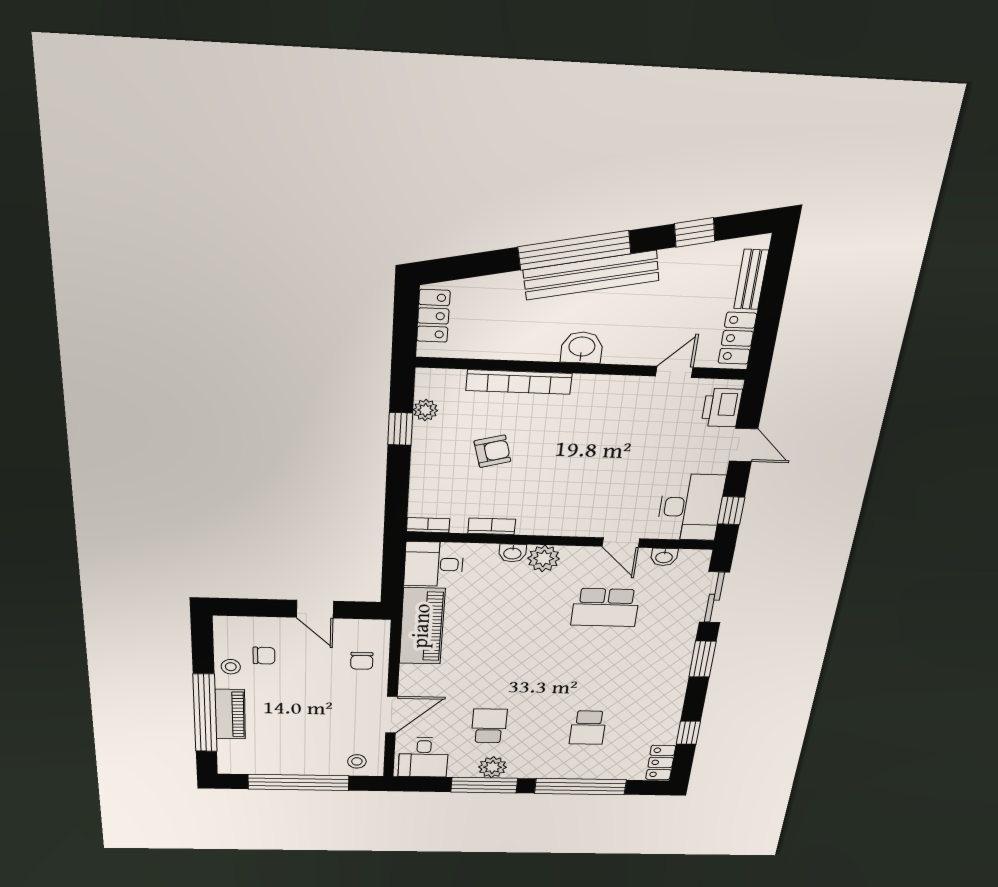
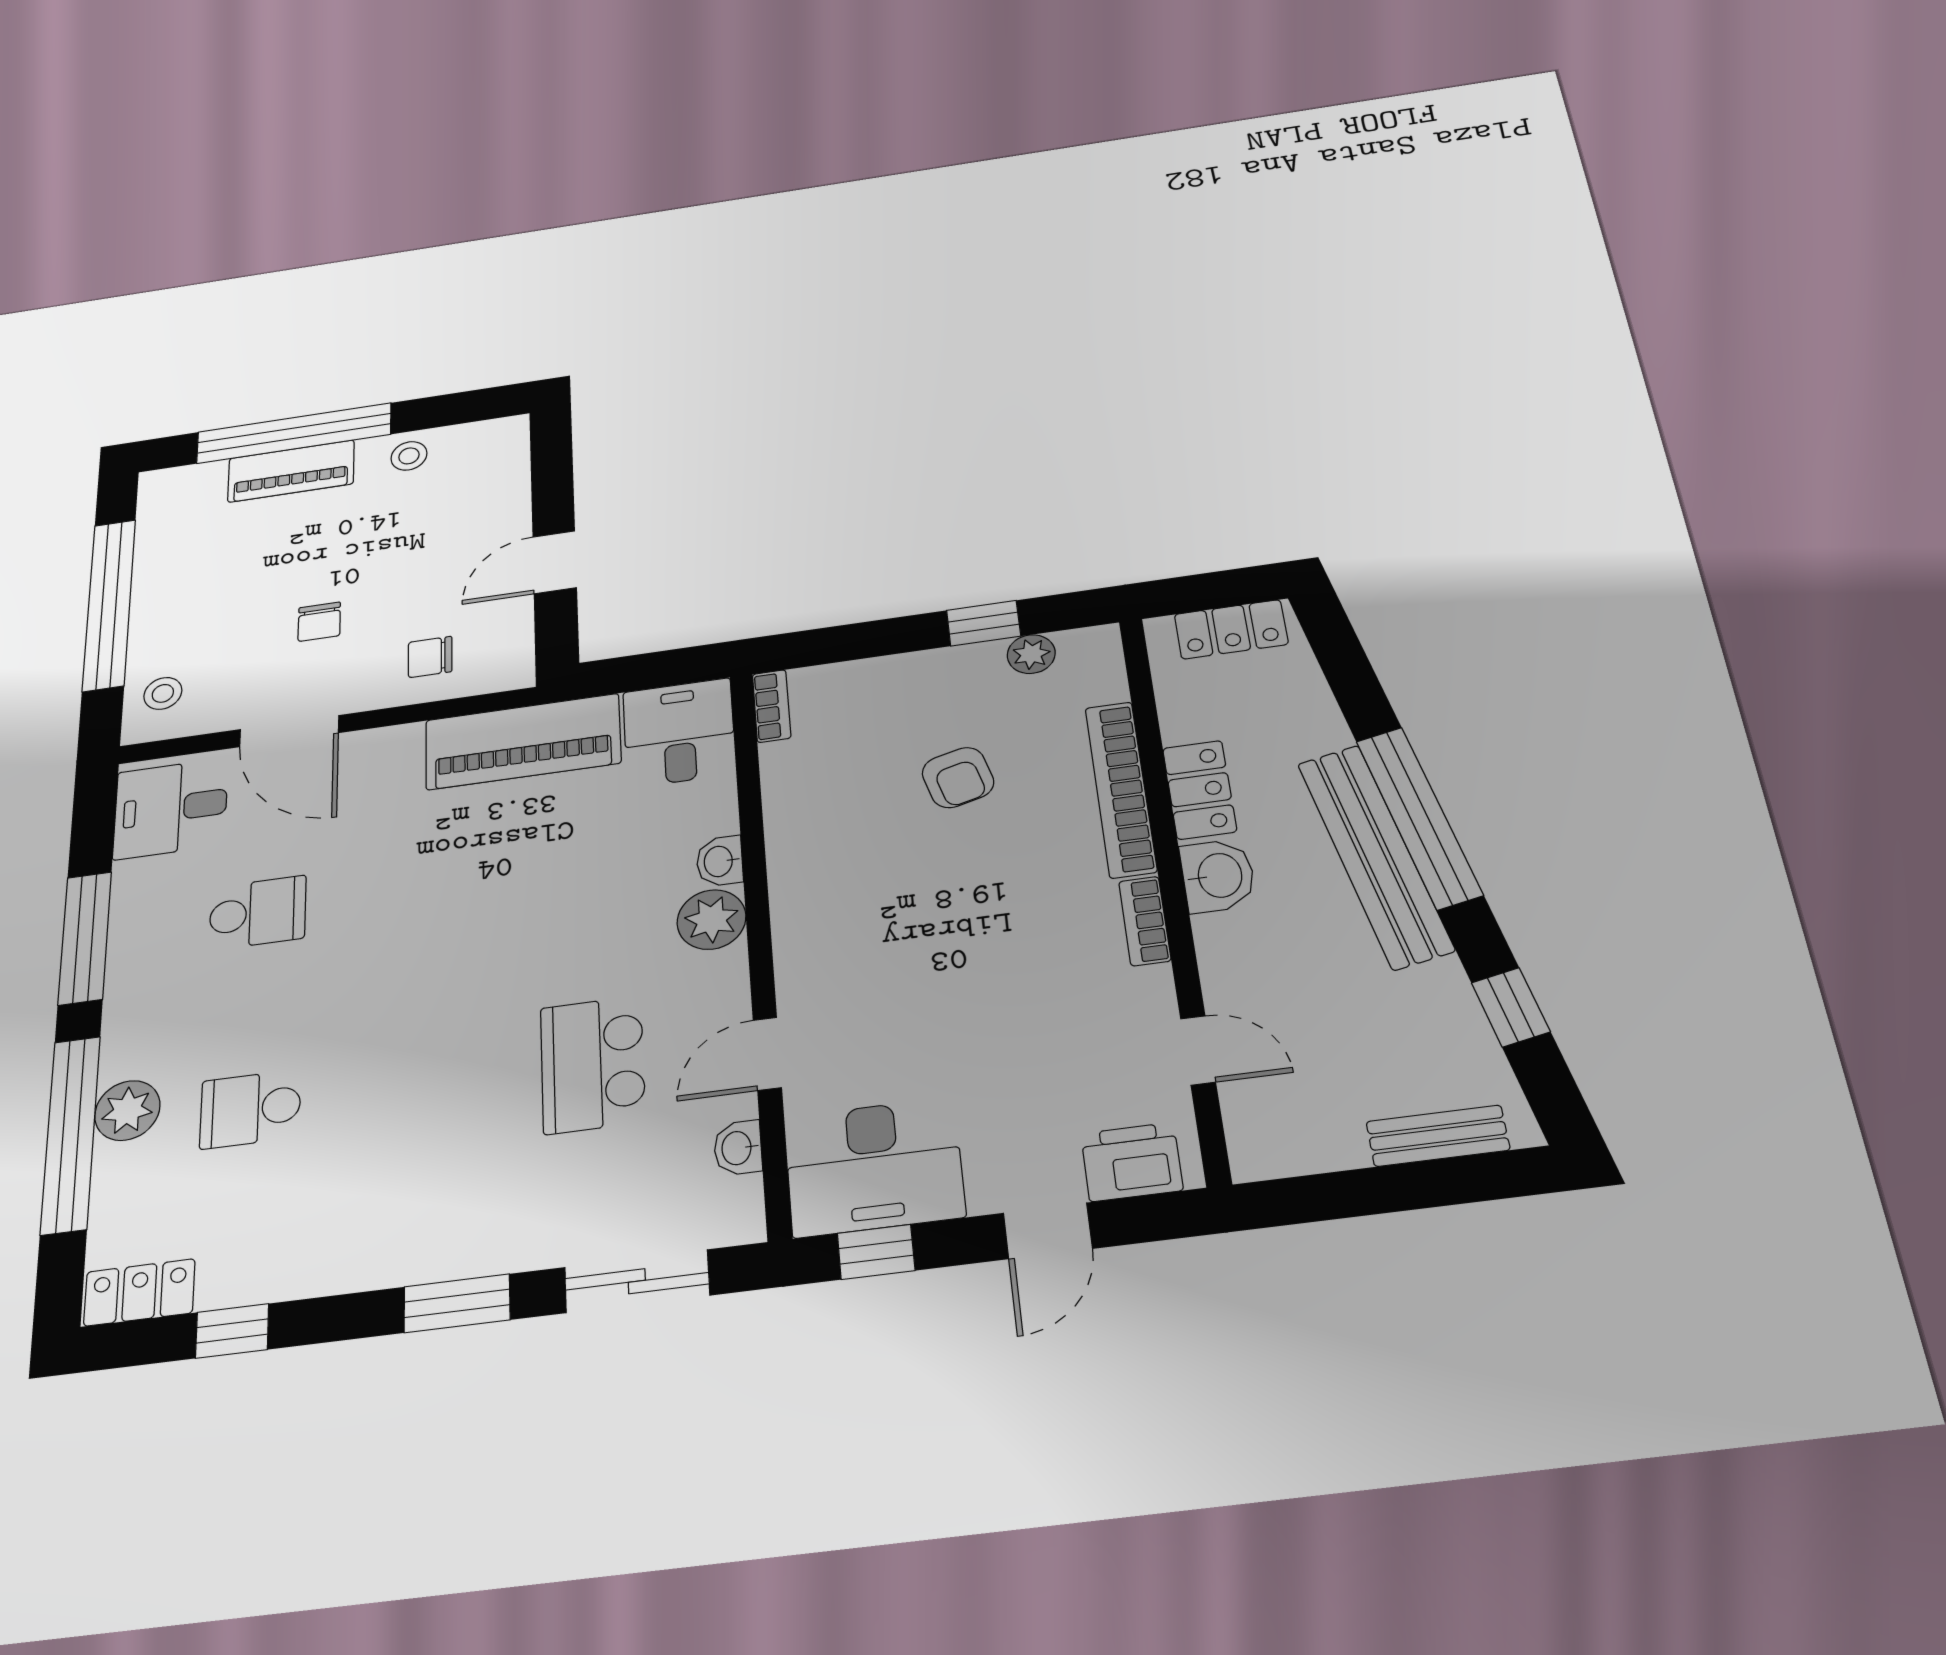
locker: (737, 338) -> (1200, 790), moved, turned 90
bookcase: (492, 526) -> (1145, 921), moved, turned 180
chair: (264, 656) -> (319, 622), moved
plant: (492, 767) -> (127, 1111), moved

